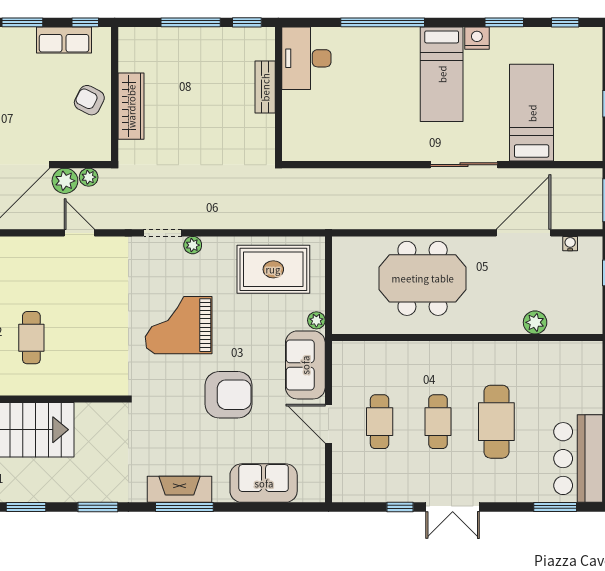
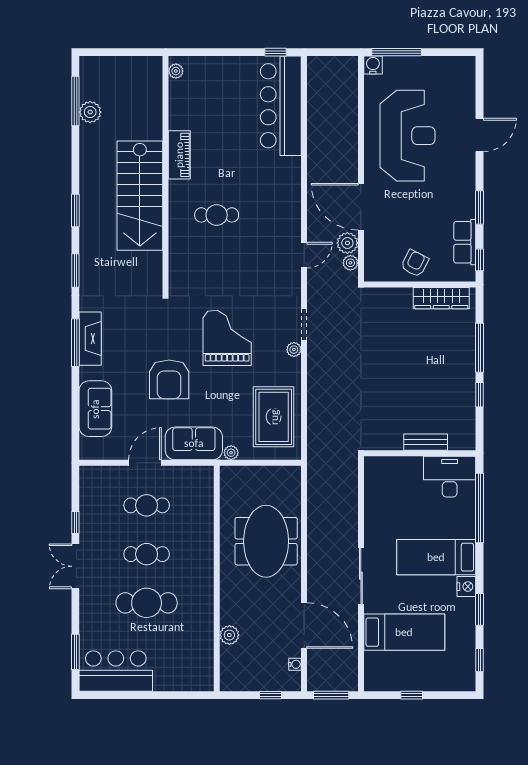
desk: (306, 58) -> (450, 477), moved
bench: (265, 87) -> (426, 442), moved
wall: (278, 94) -> (420, 453), moved
wardrobe: (131, 106) -> (441, 298), moved

